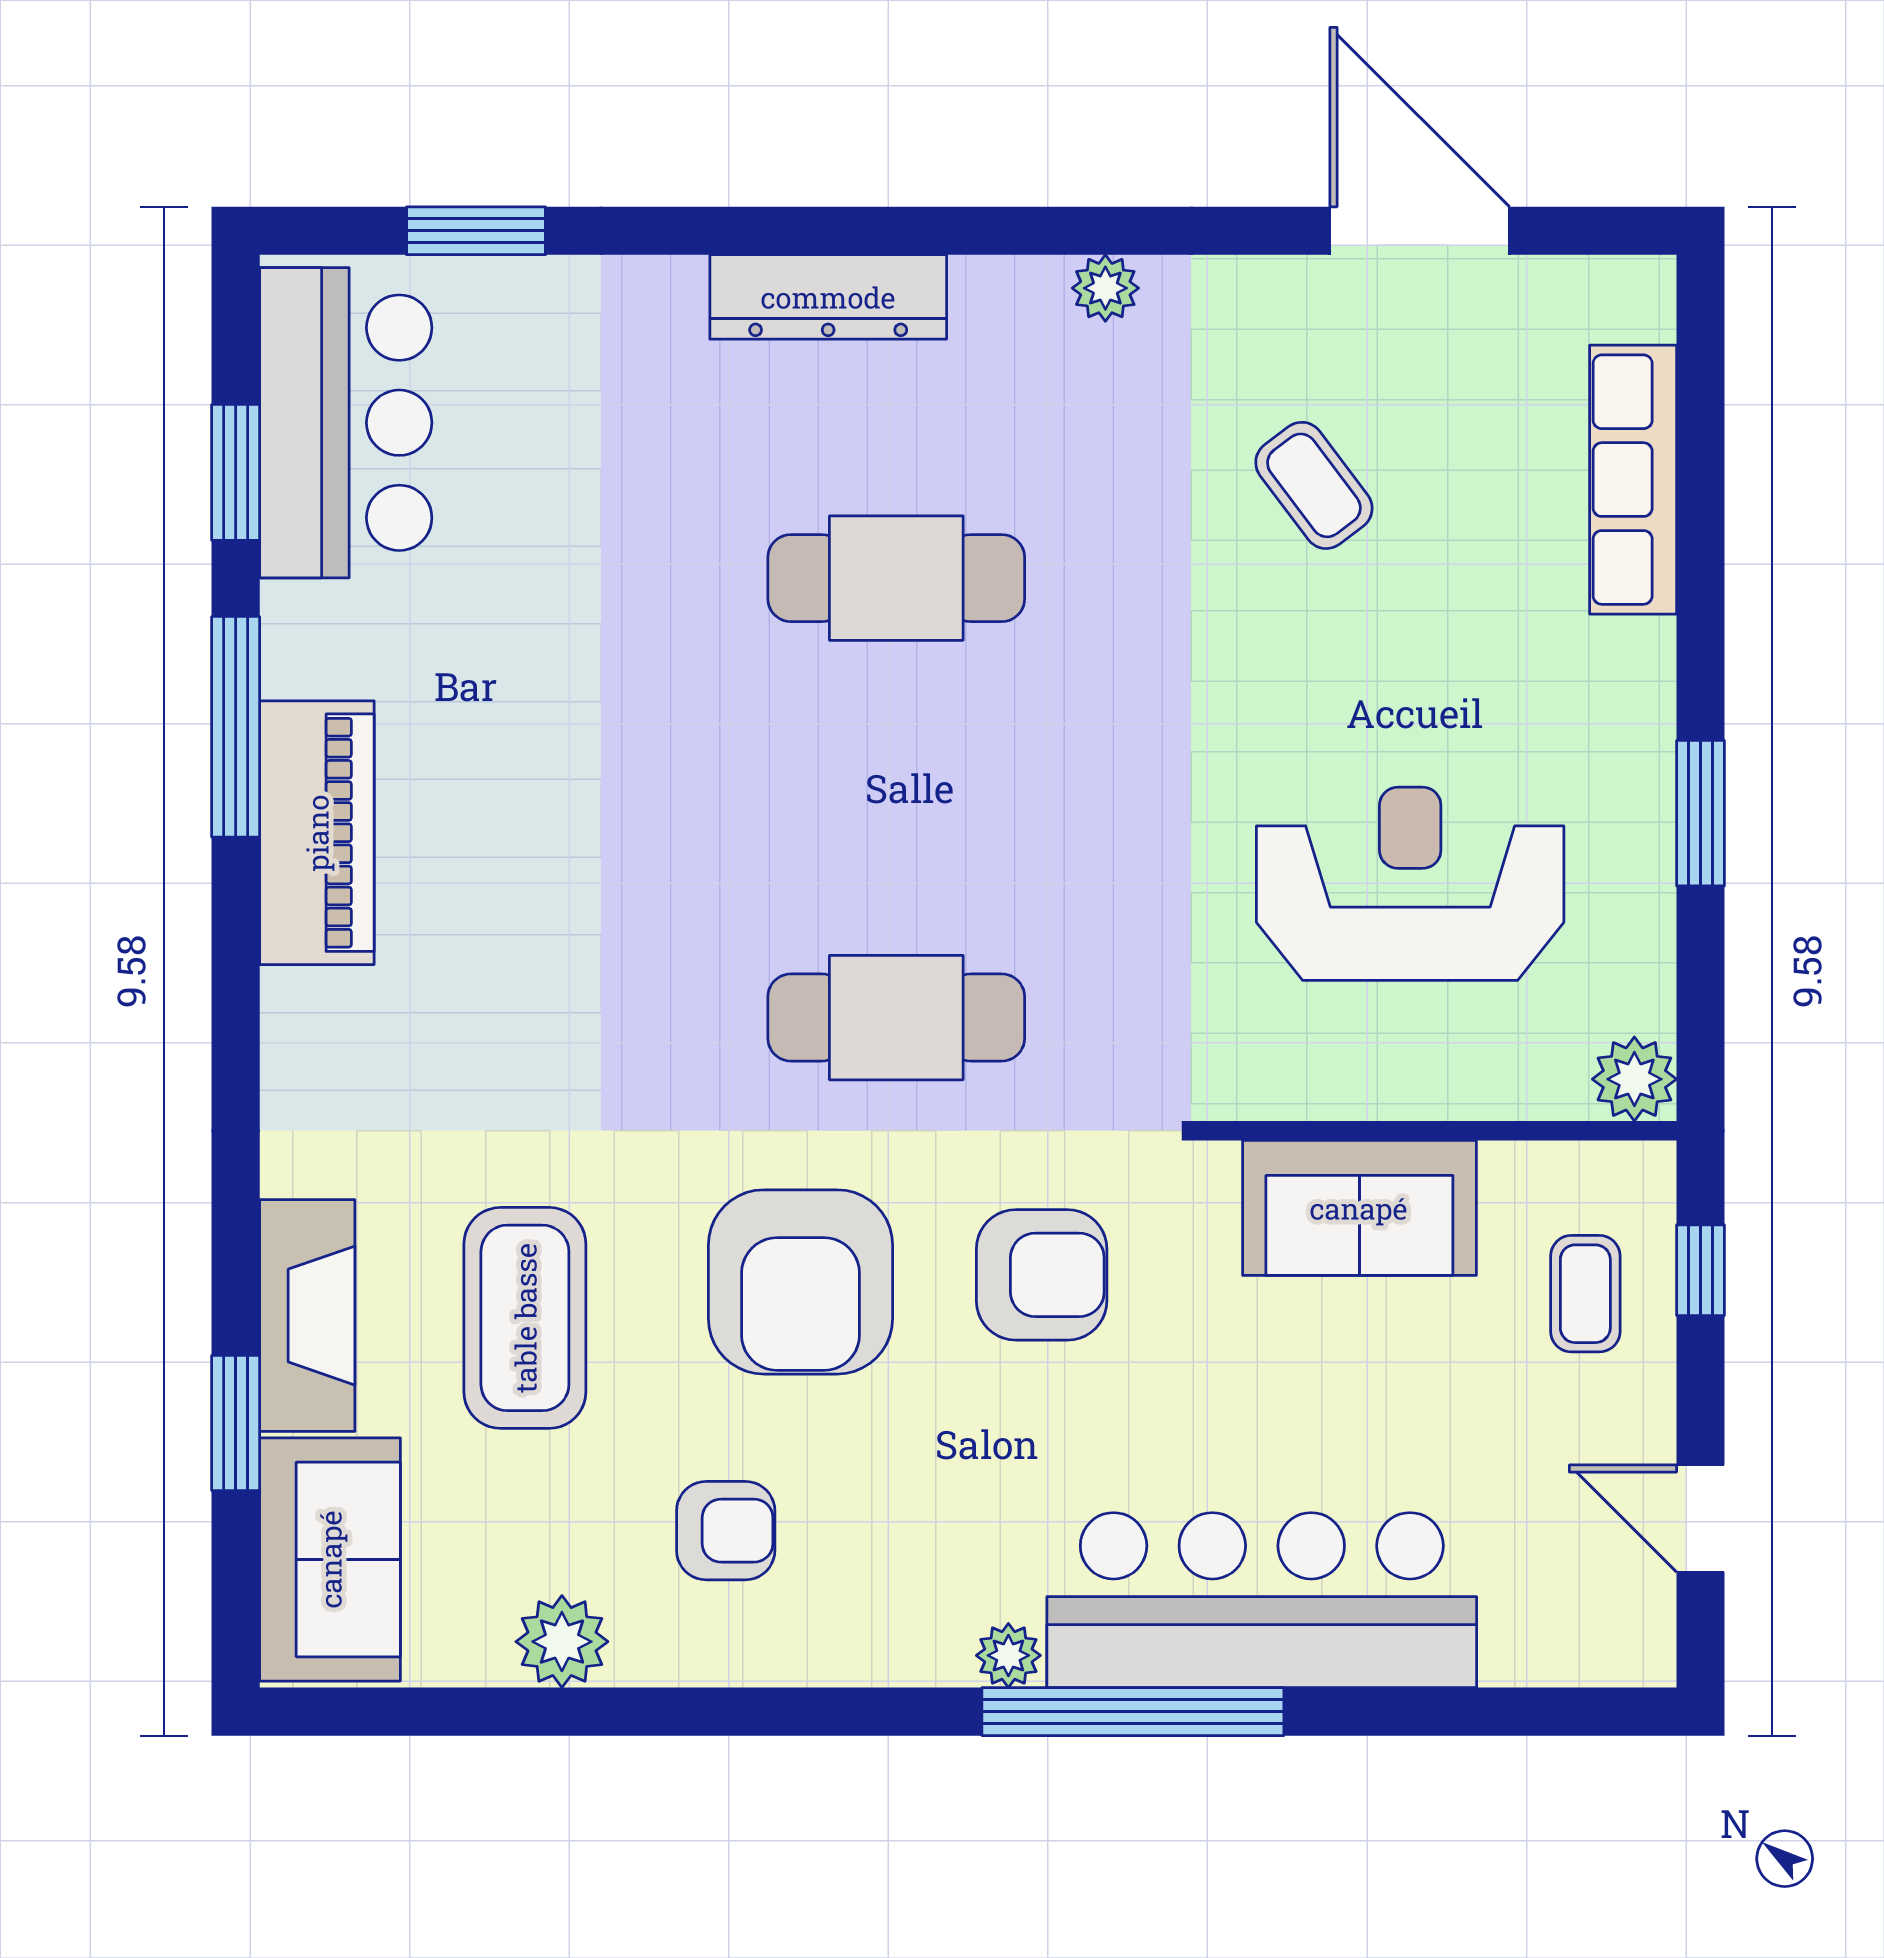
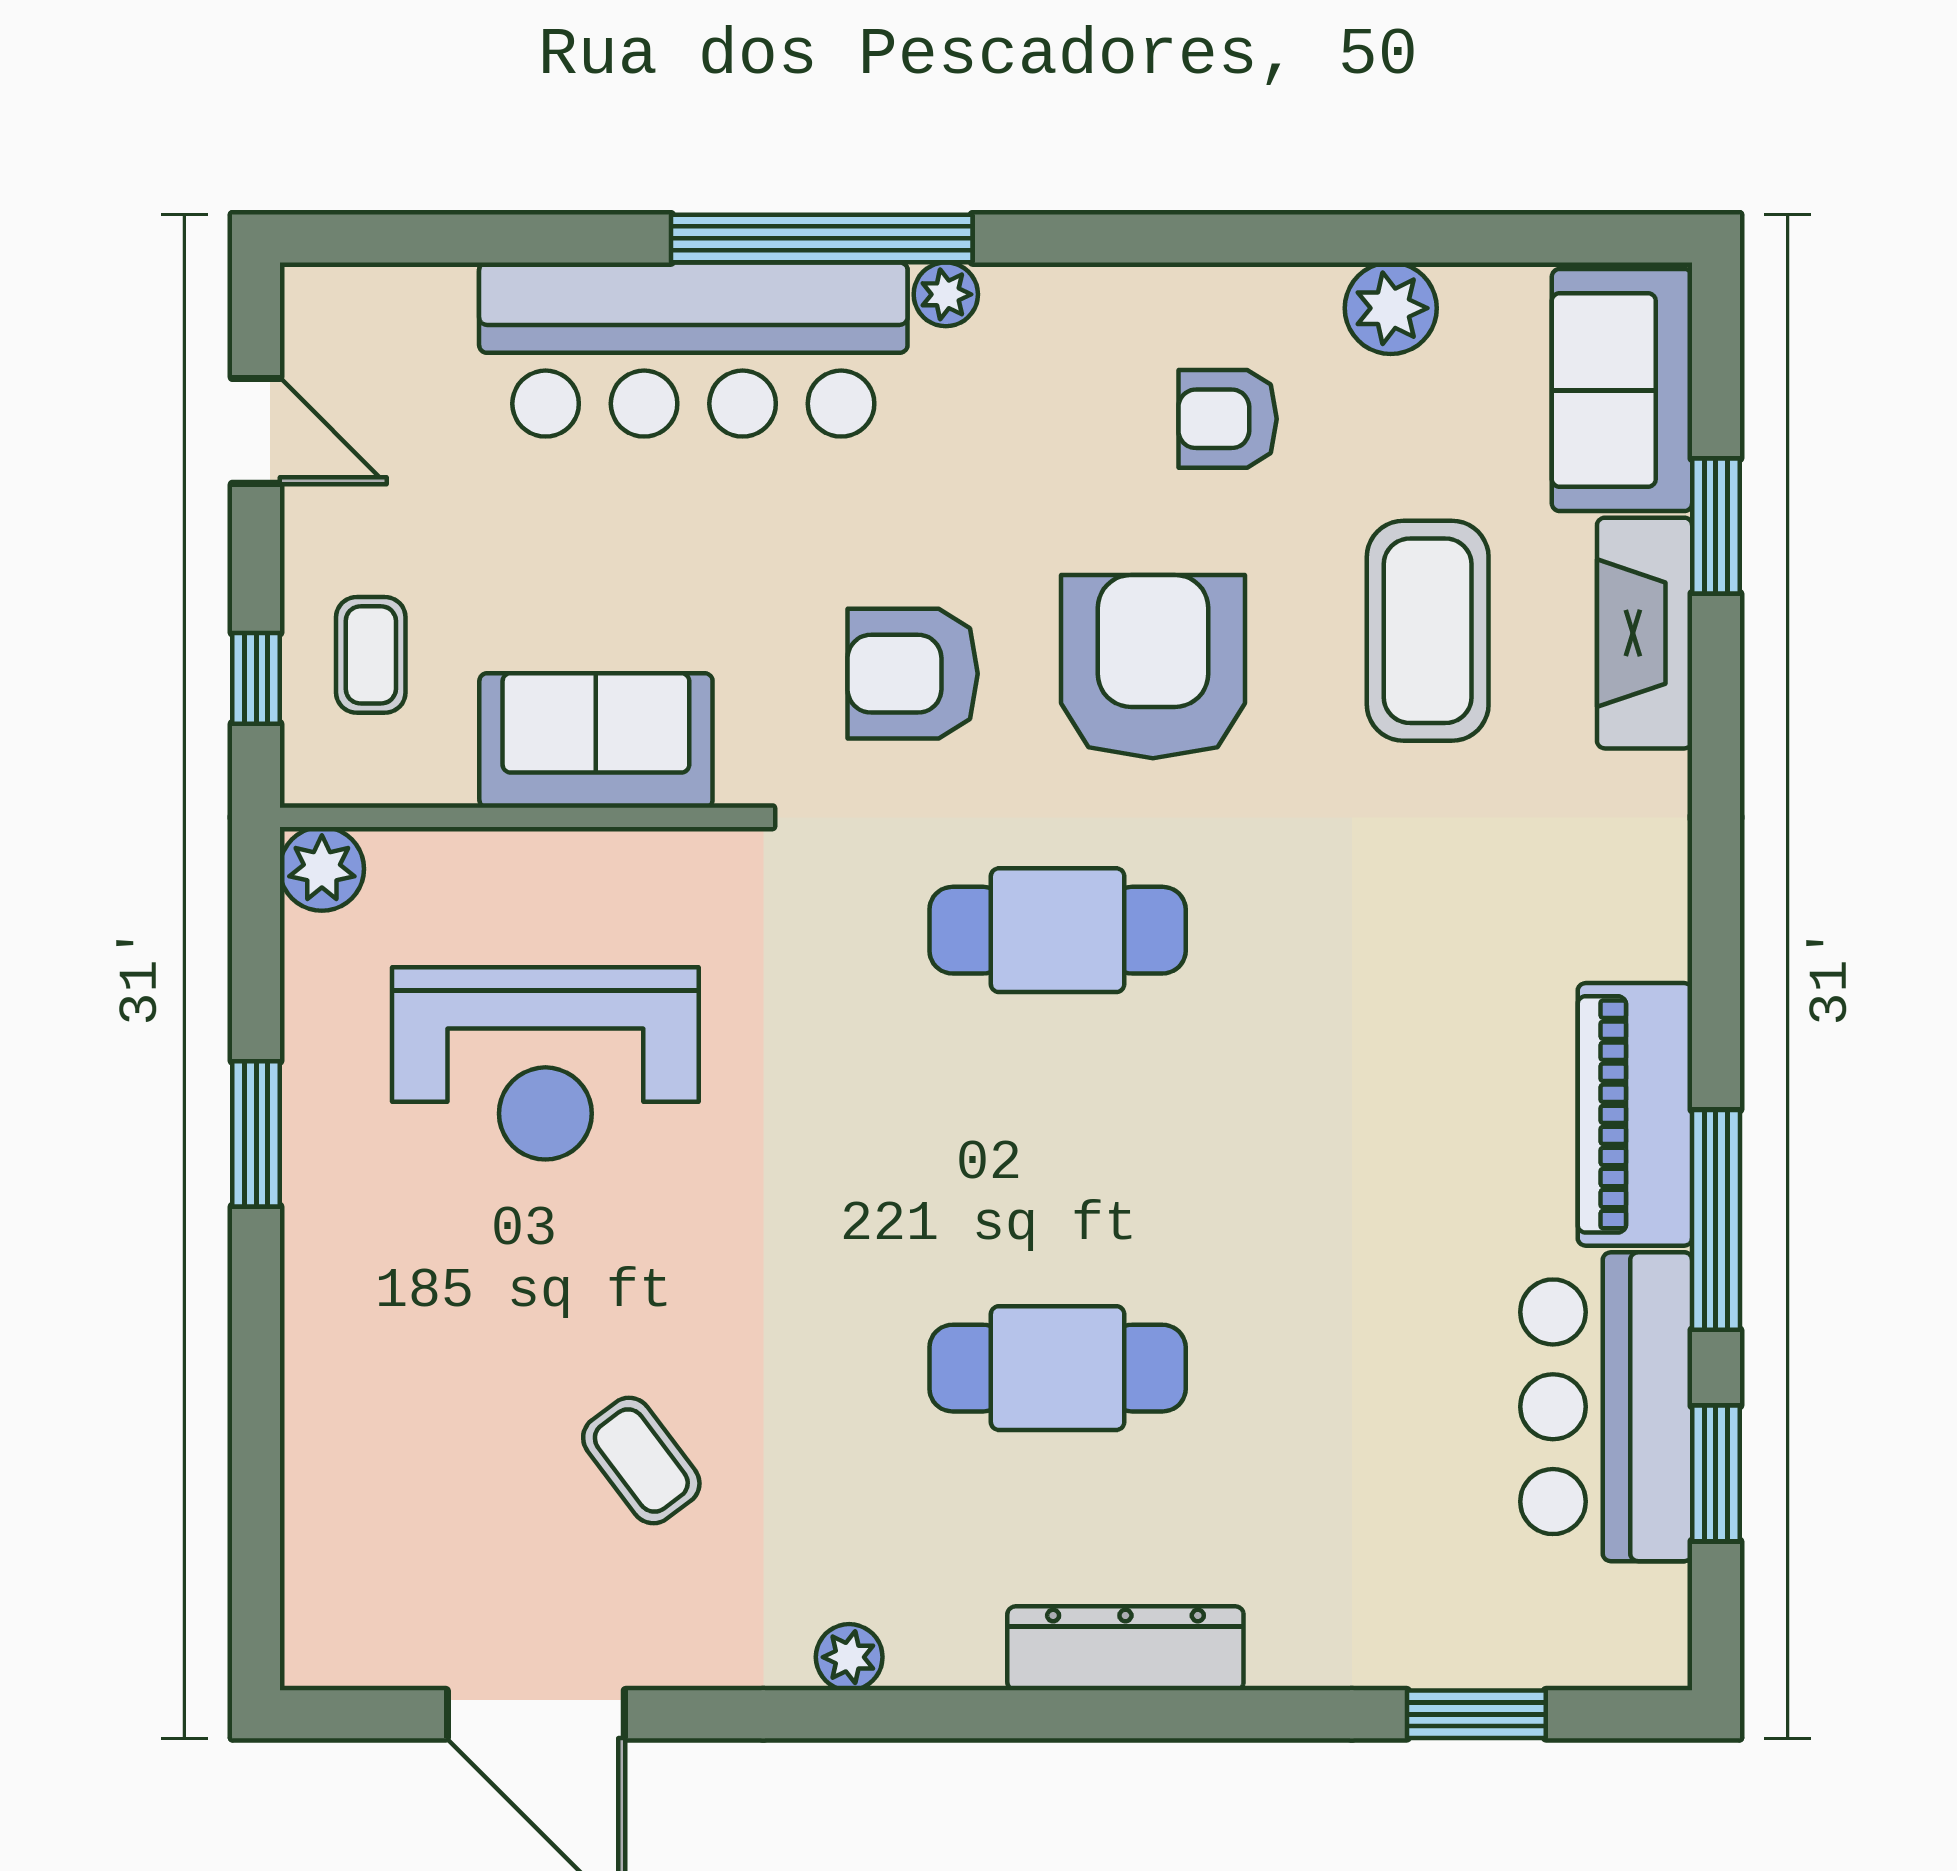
bar counter: (346, 423) -> (1606, 1407), moved
row of seats: (1633, 480) -> (323, 1466), removed

